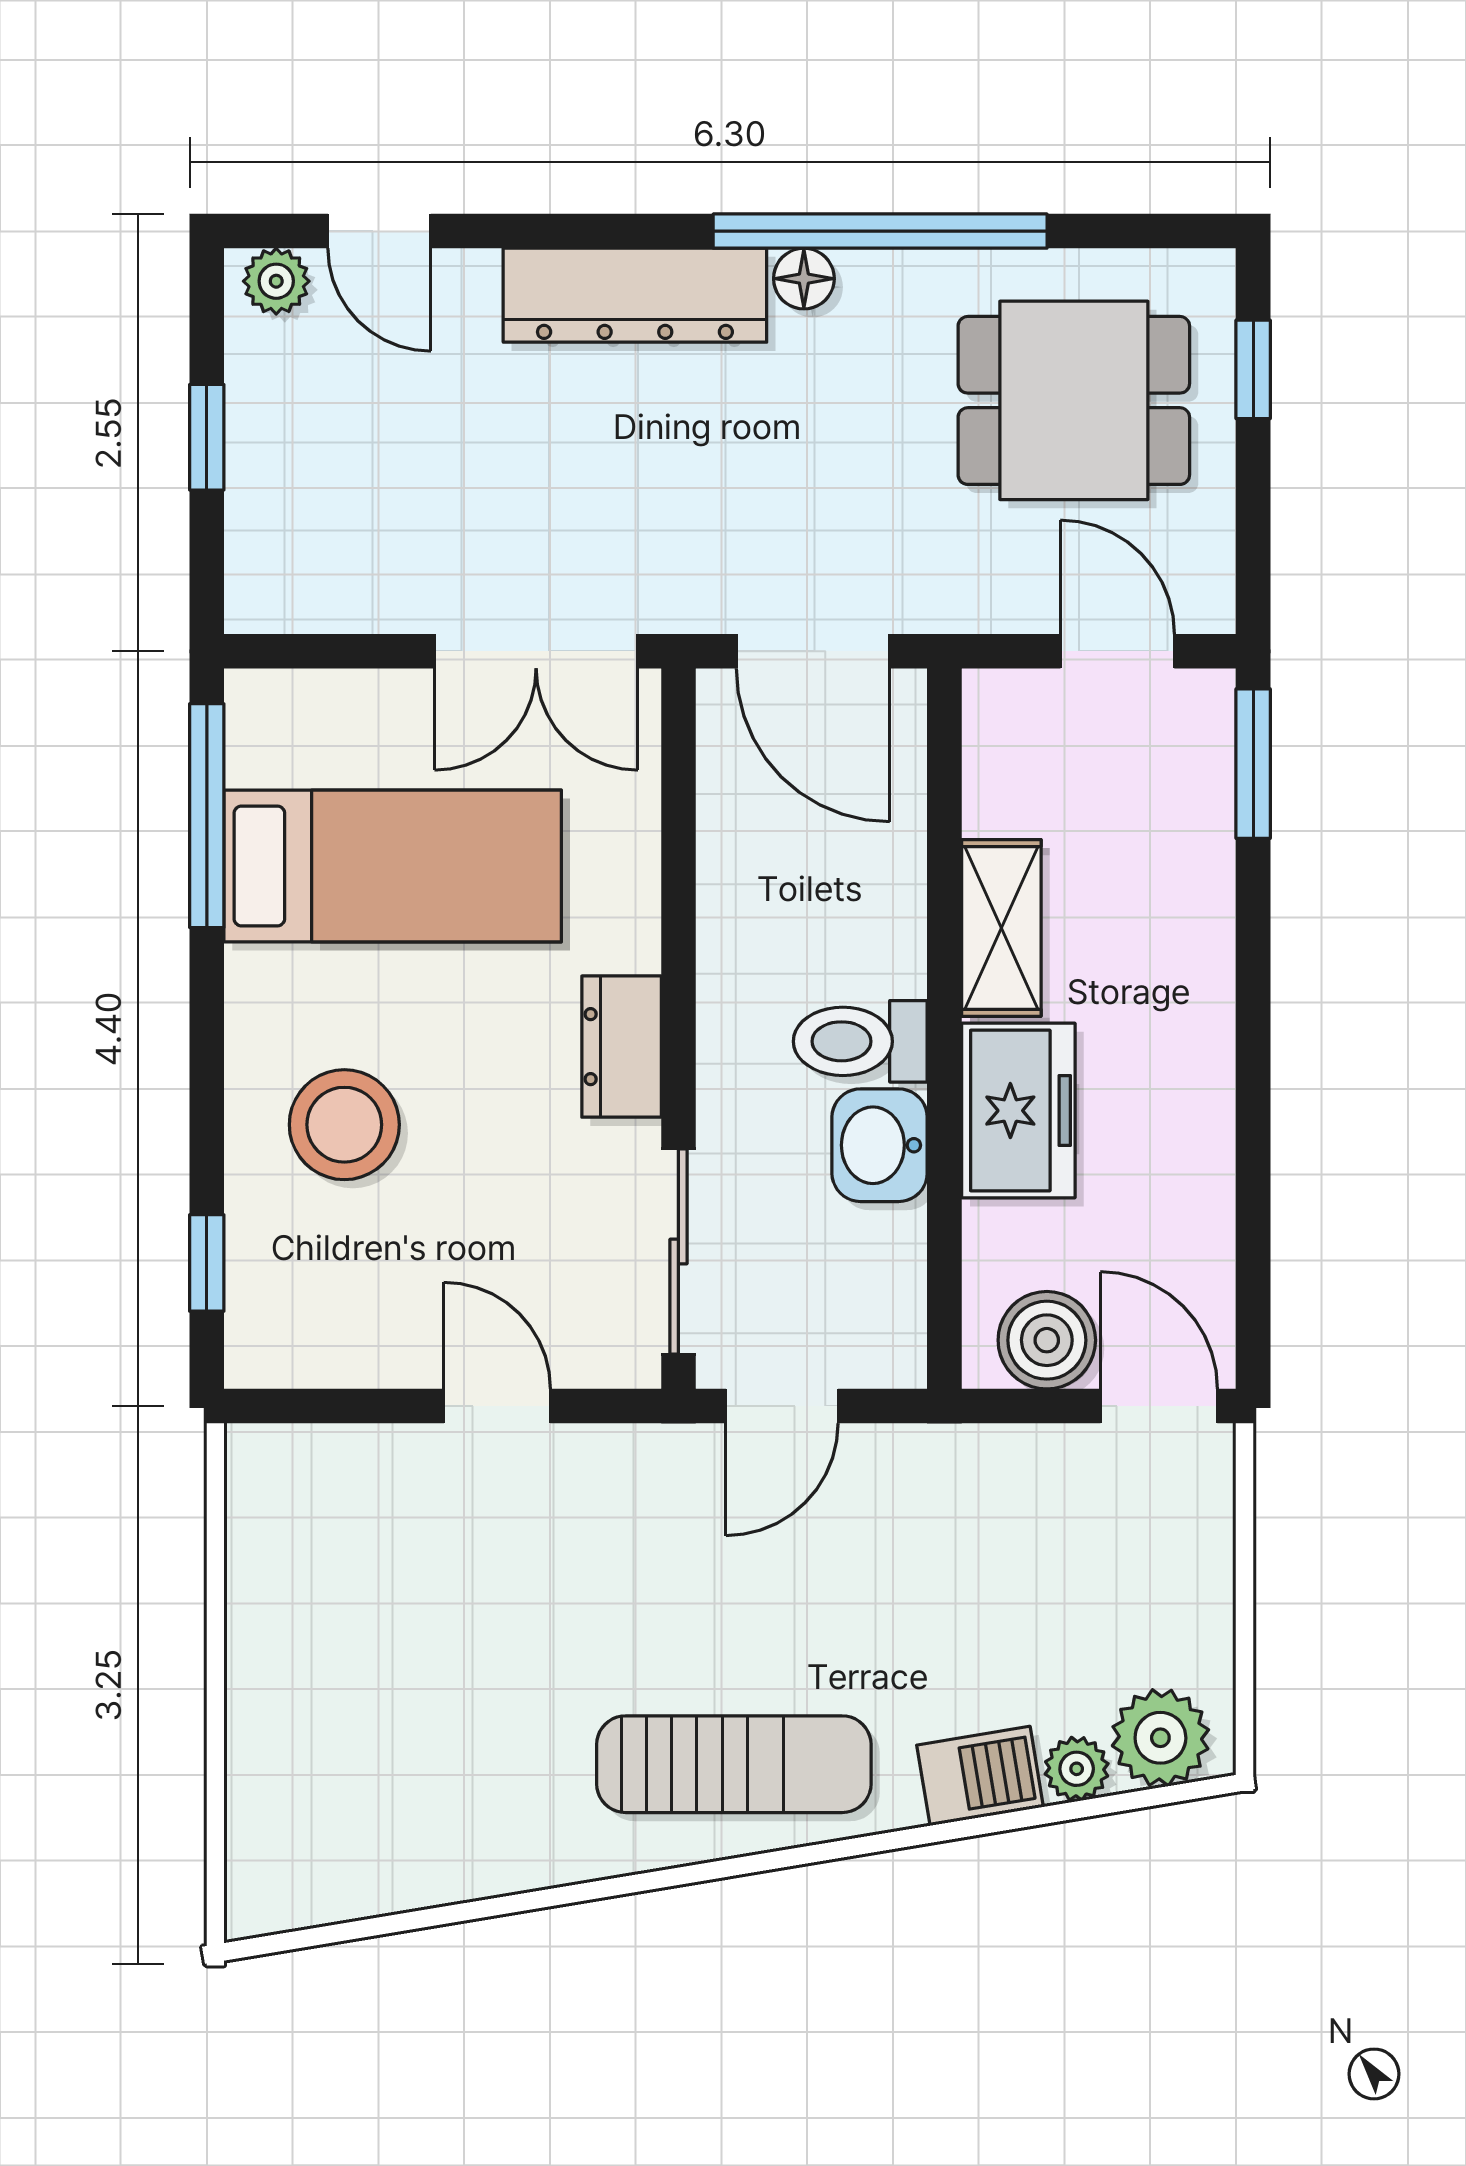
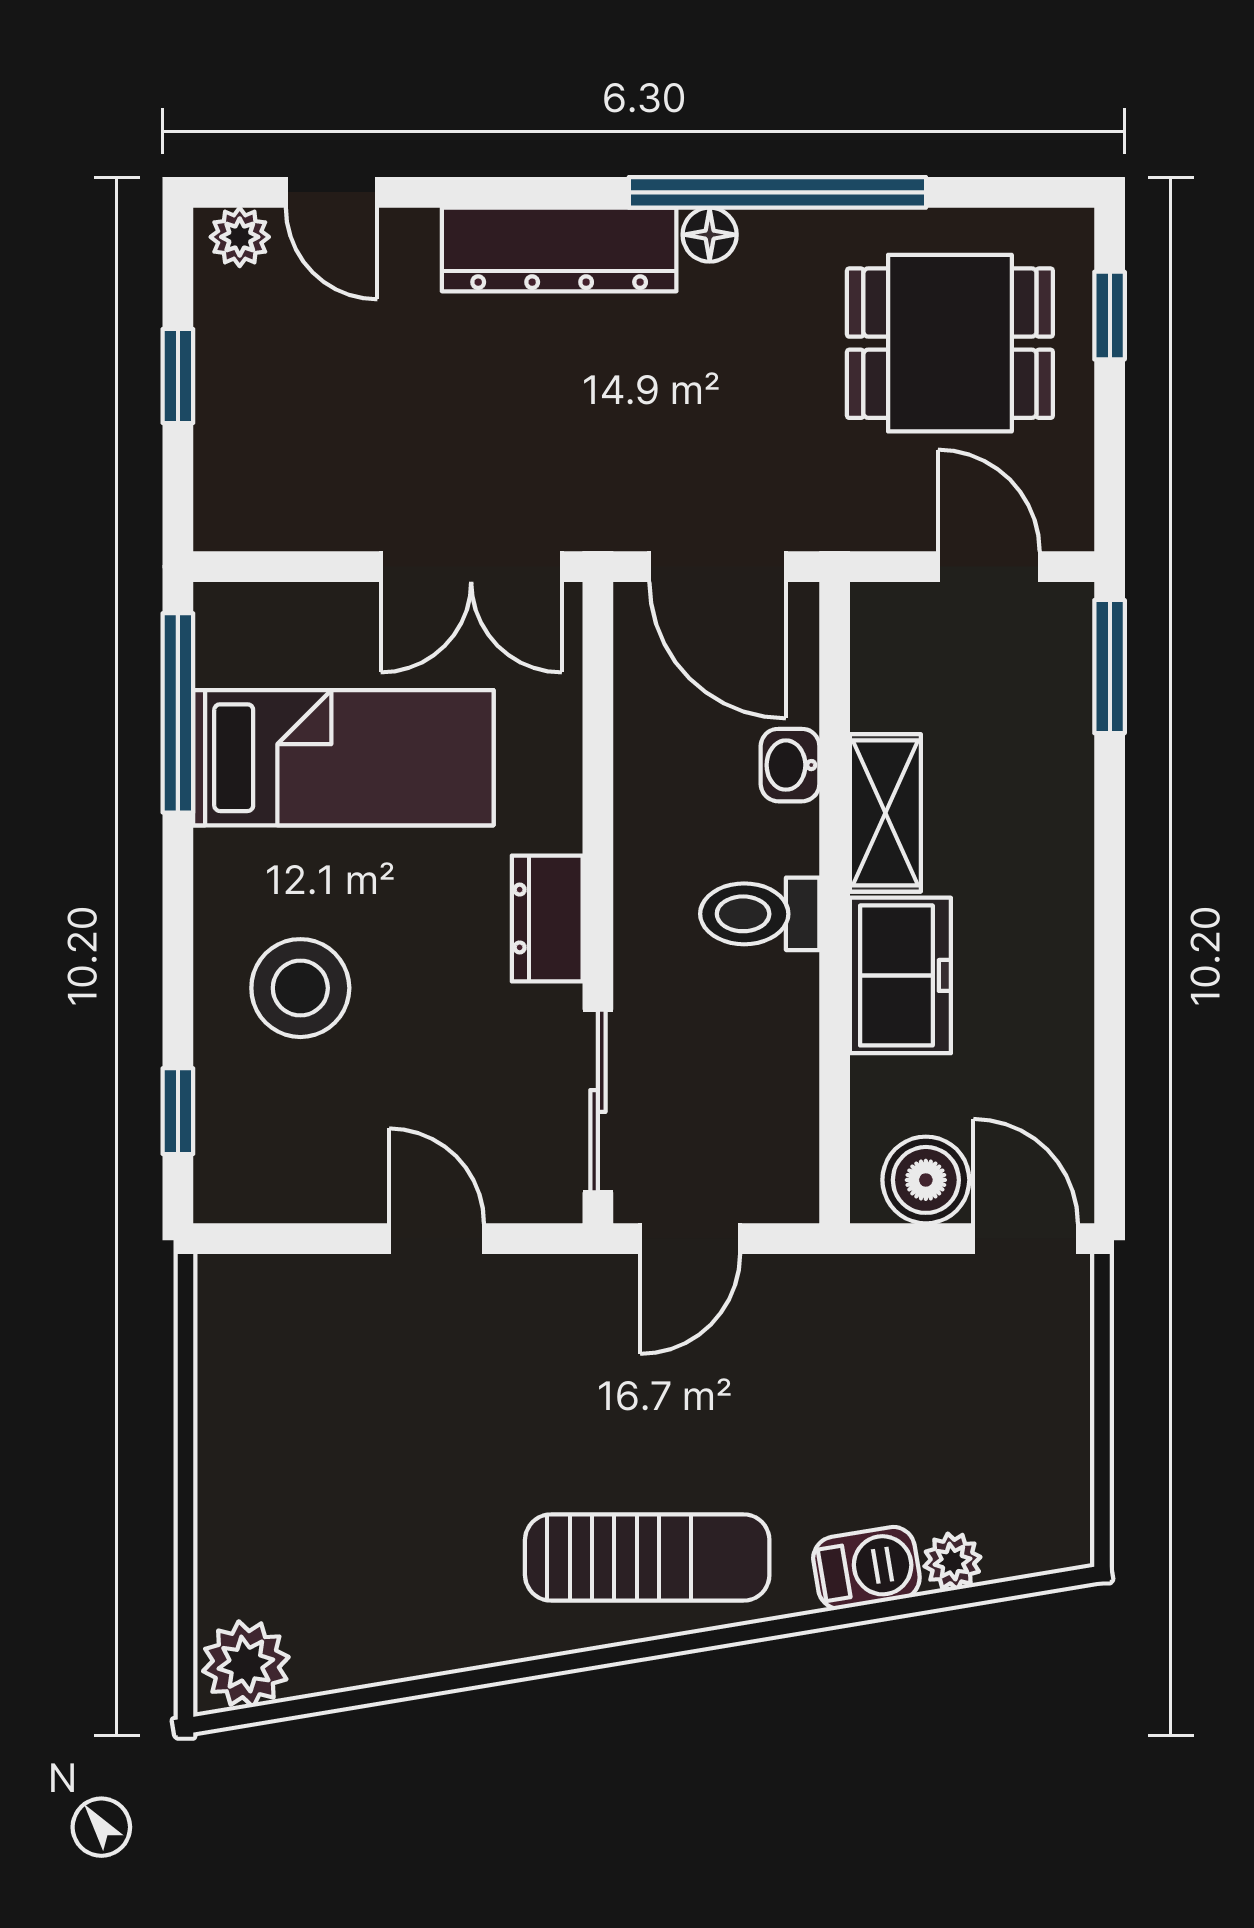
washbasin: (880, 1145) -> (790, 765), moved, width x0.72, depth x0.69
plant: (1160, 1738) -> (246, 1664), moved

